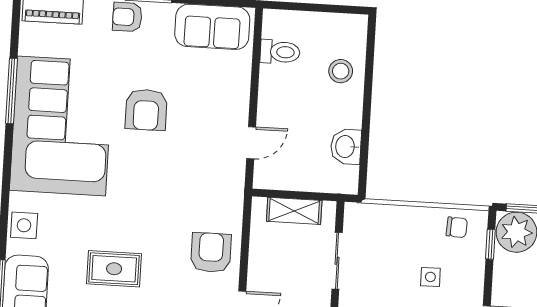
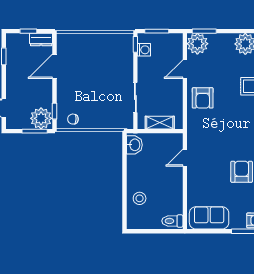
toilet: (280, 52) -> (172, 221), moved
washbasin: (346, 147) -> (134, 145), moved
side table: (430, 277) -> (85, 92), removed

